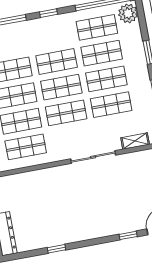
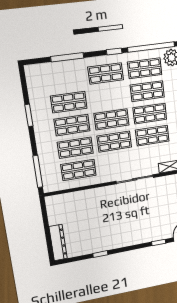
window: (48, 13) -> (114, 51), moved
shop shelf: (57, 62) -> (106, 73), moved

